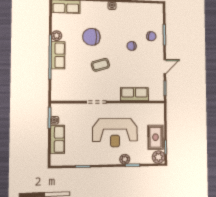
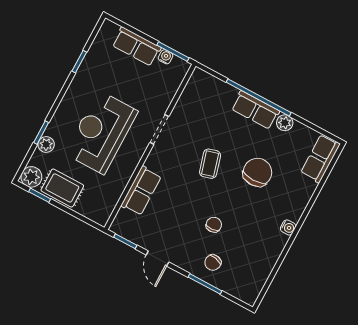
plant: (125, 159) -> (46, 144), moved

